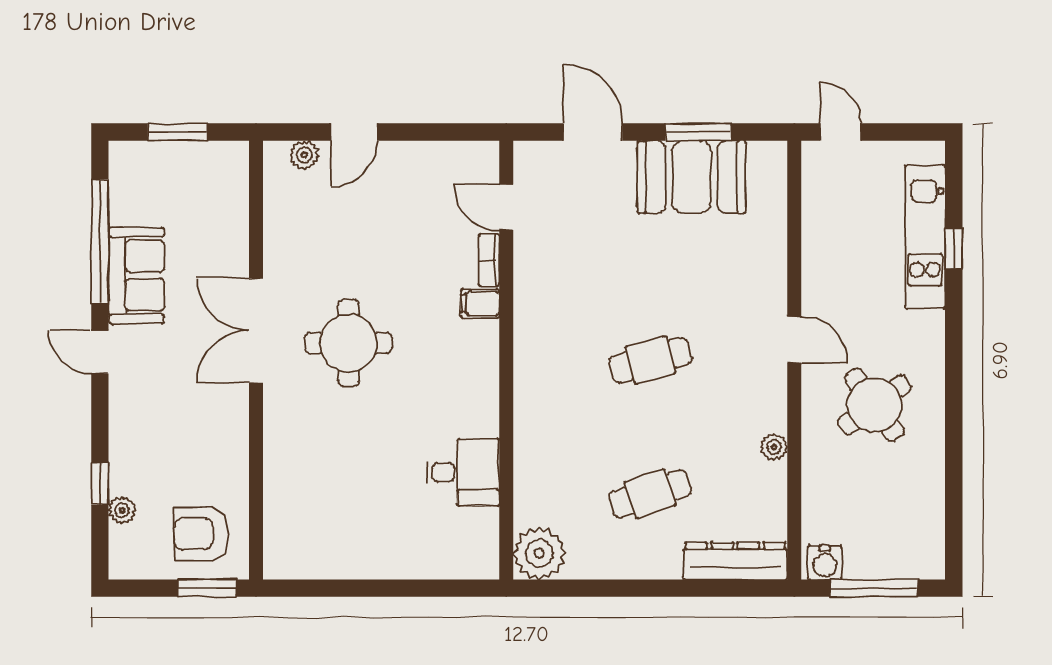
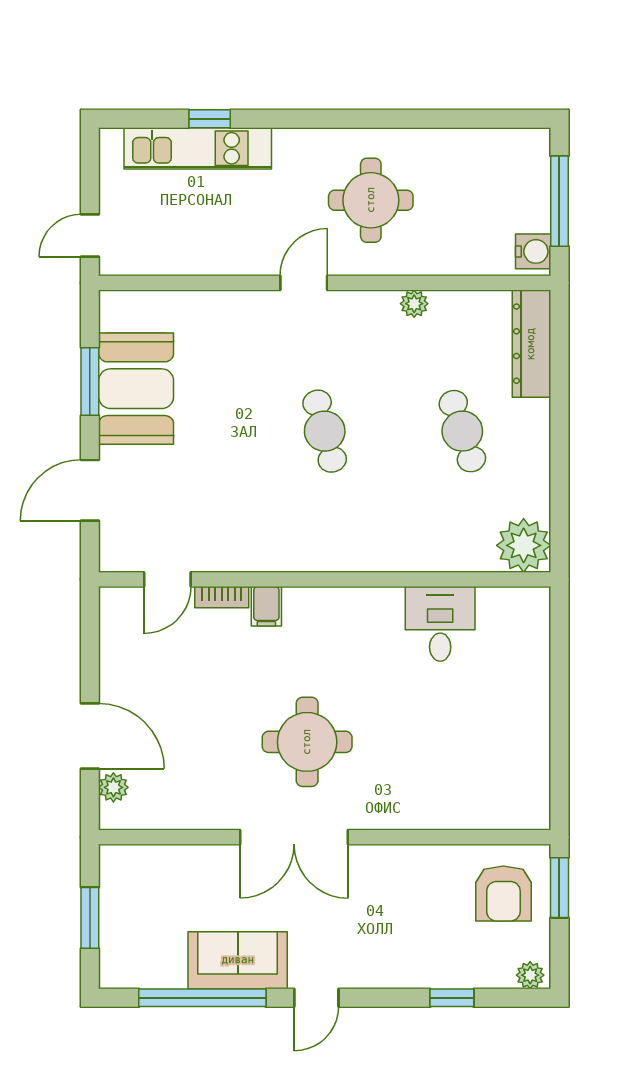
door: (354, 132) -> (90, 736), width x1.38
round table: (875, 405) -> (371, 200), turned 36
plant: (122, 510) -> (530, 975), moved

